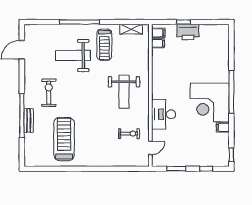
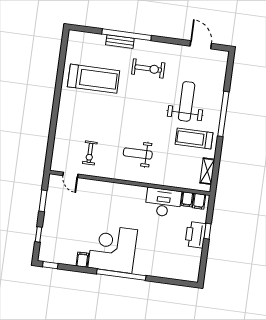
weight bench: (124, 92) -> (138, 154), width x0.73, depth x0.75
desk: (164, 114) -> (163, 202), moved

